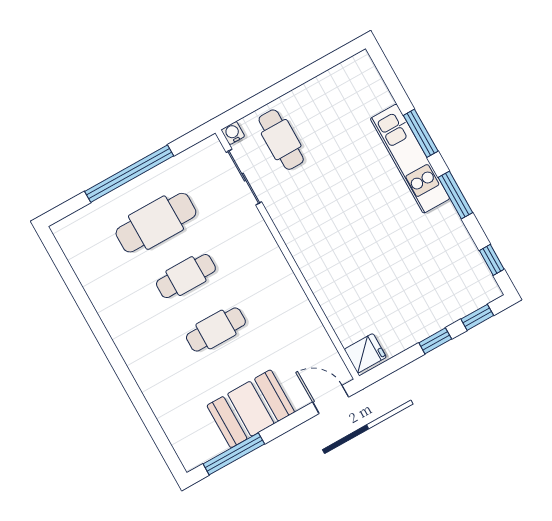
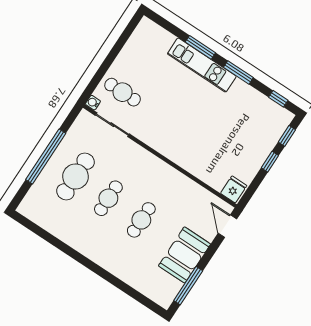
door: (331, 400) -> (227, 226), hinge flipped

